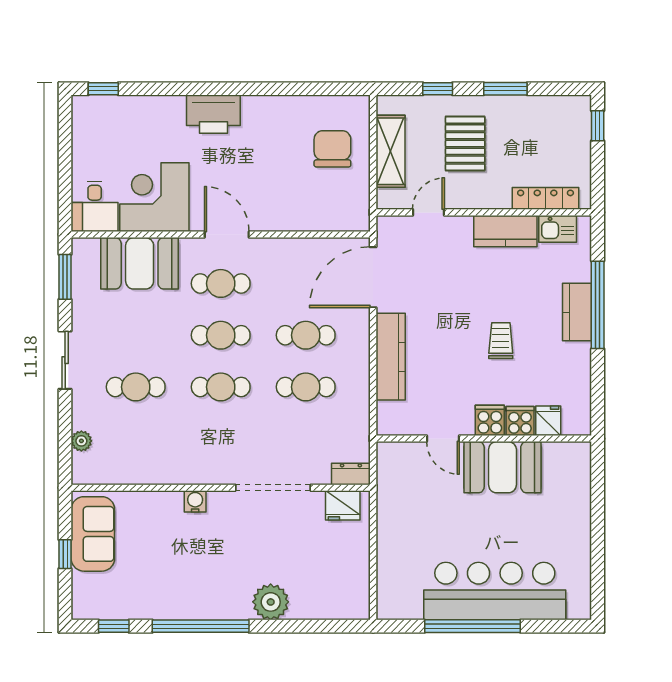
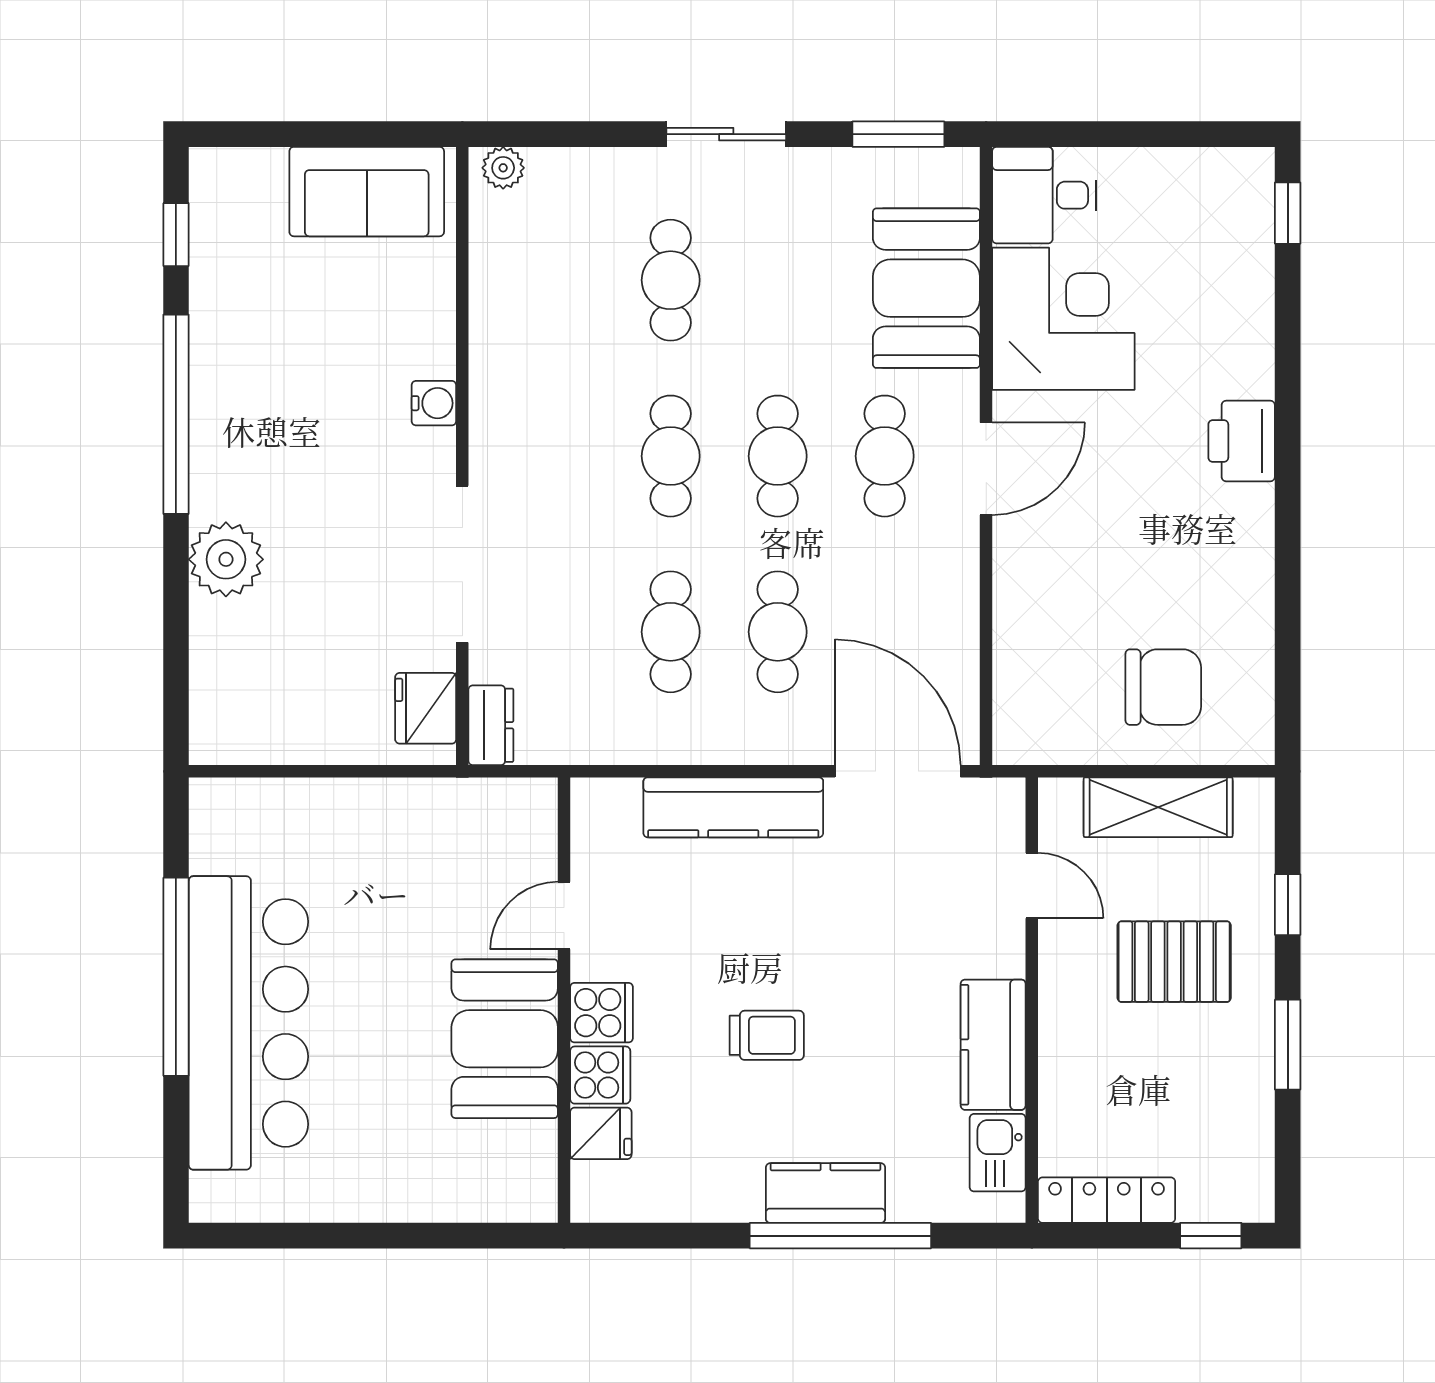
printer: (213, 114) -> (1242, 441), width x0.73, depth x0.84
locker: (546, 198) -> (1107, 1200), moved, turned -90
plant: (81, 441) -> (503, 168), moved
window: (65, 554) -> (325, 134), removed

